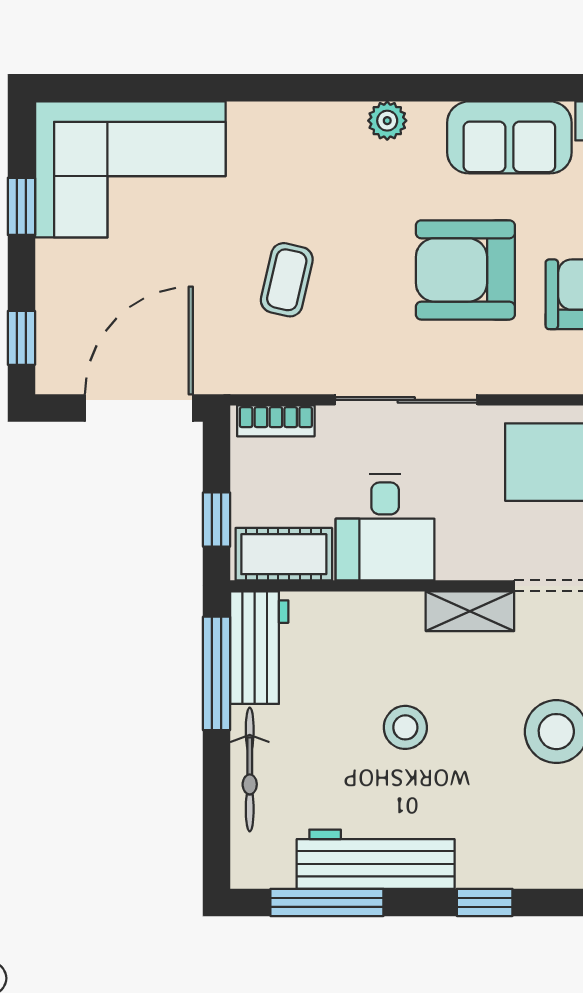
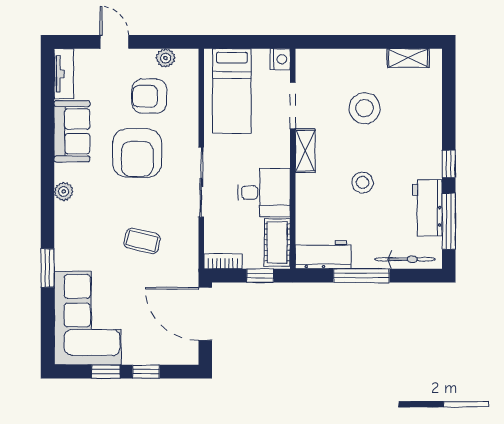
window: (232, 88) -> (48, 268), added
window: (21, 338) -> (146, 372), moved
bookcase: (276, 421) -> (223, 261), moved, turned -90
window: (216, 673) -> (361, 276), moved
bicycle: (250, 769) -> (405, 259), moved
workbench: (376, 859) -> (427, 208), width x0.73
window: (485, 902) -> (449, 164), moved

